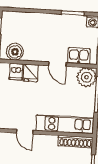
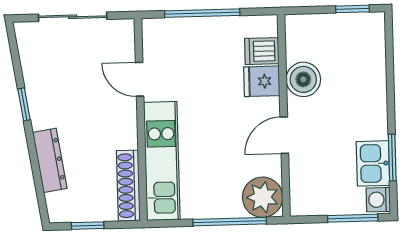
boiler: (15, 52) -> (303, 79), moved
kitchen sink: (79, 56) -> (373, 163), moved, turned 180
door: (25, 132) -> (140, 79), hinge flipped

